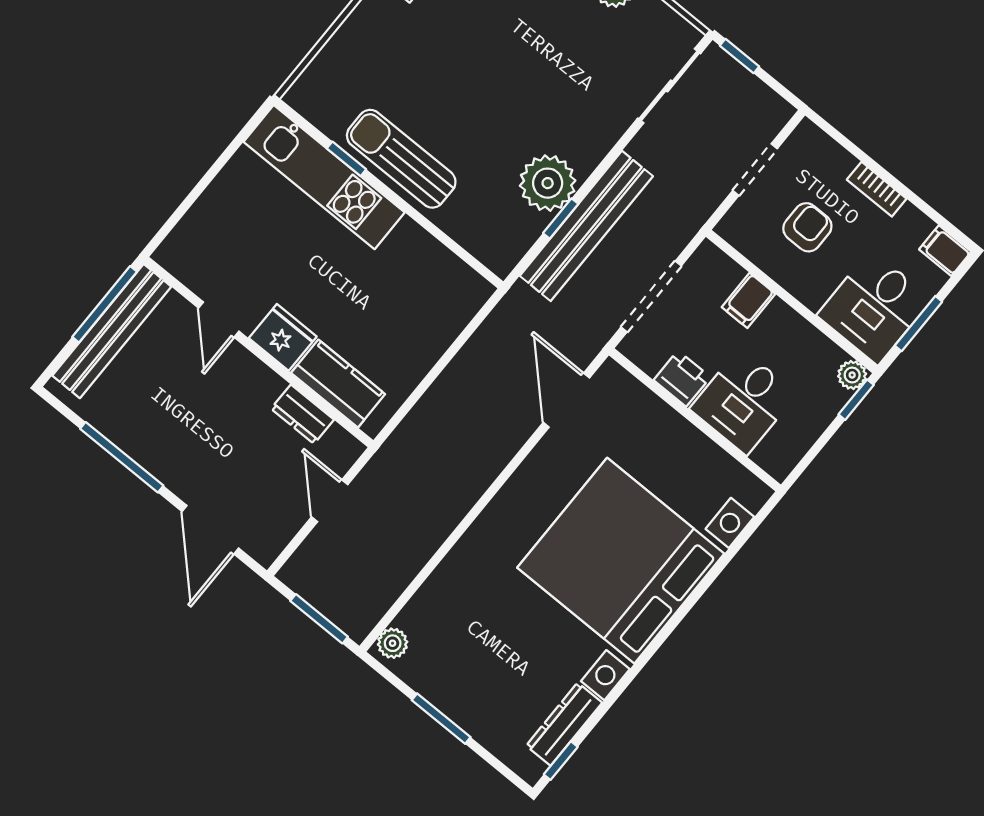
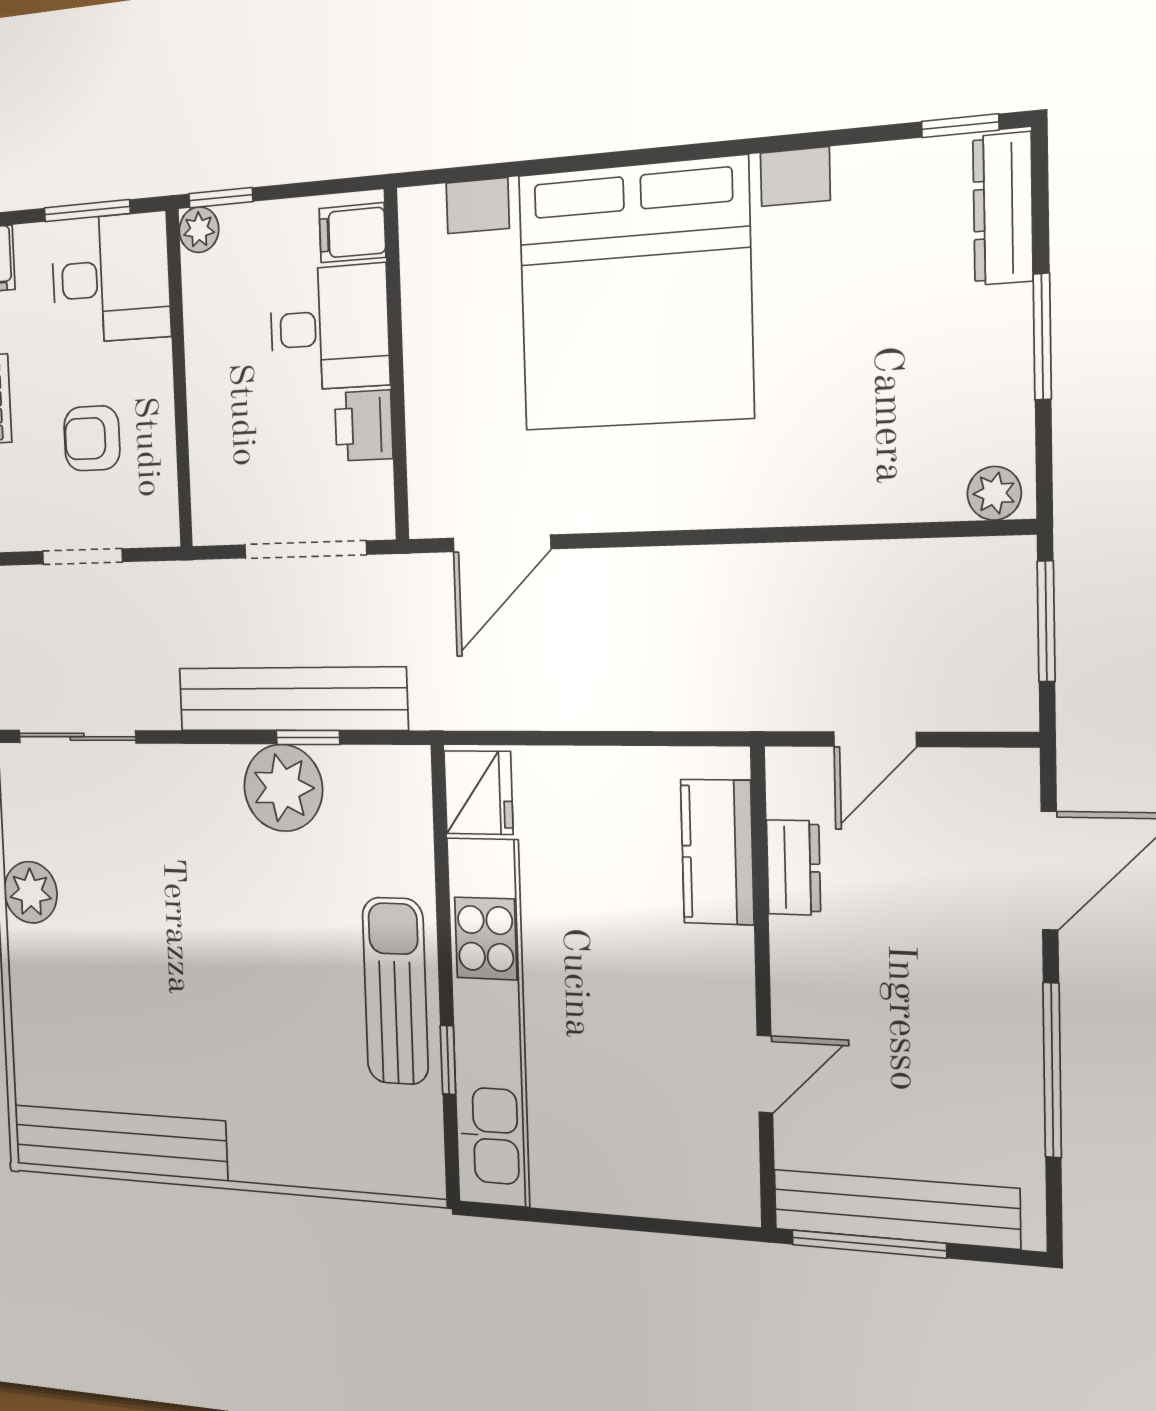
sun lounger: (401, 159) -> (395, 991), turned 180
kitchen unit: (324, 177) -> (488, 1023), width x1.36
filing cabinet: (749, 300) -> (352, 233), moved, turned 180
fridge: (283, 337) -> (478, 793), moved, turned 180
dresser: (564, 724) -> (1003, 209), moved, turned 90

